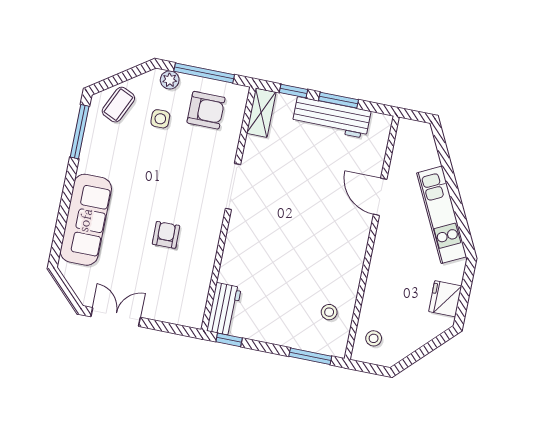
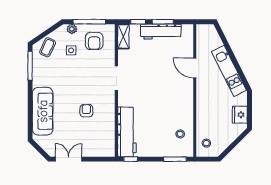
armchair: (206, 110) -> (94, 41), turned 90
workbench: (224, 309) -> (127, 132), width x1.88, depth x1.32

